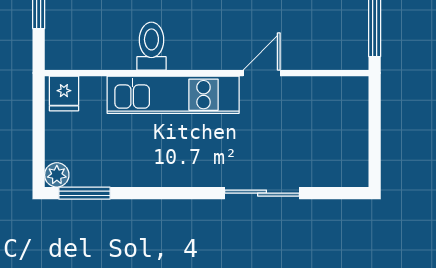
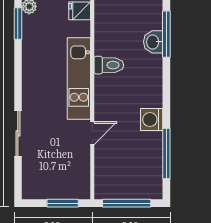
door: (262, 73) -> (92, 133), hinge flipped
window: (375, 121) -> (63, 203), added

